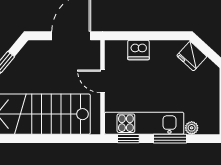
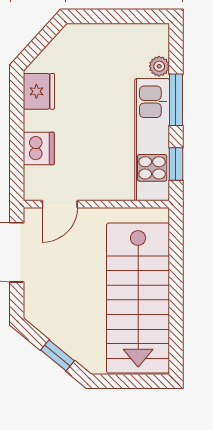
fridge: (192, 56) -> (39, 91), moved, turned -42
door: (102, 81) -> (60, 204), moved

